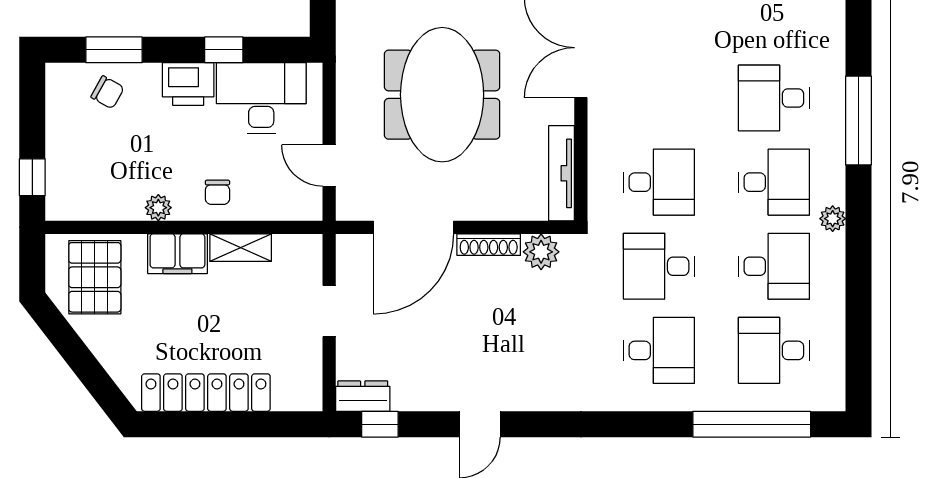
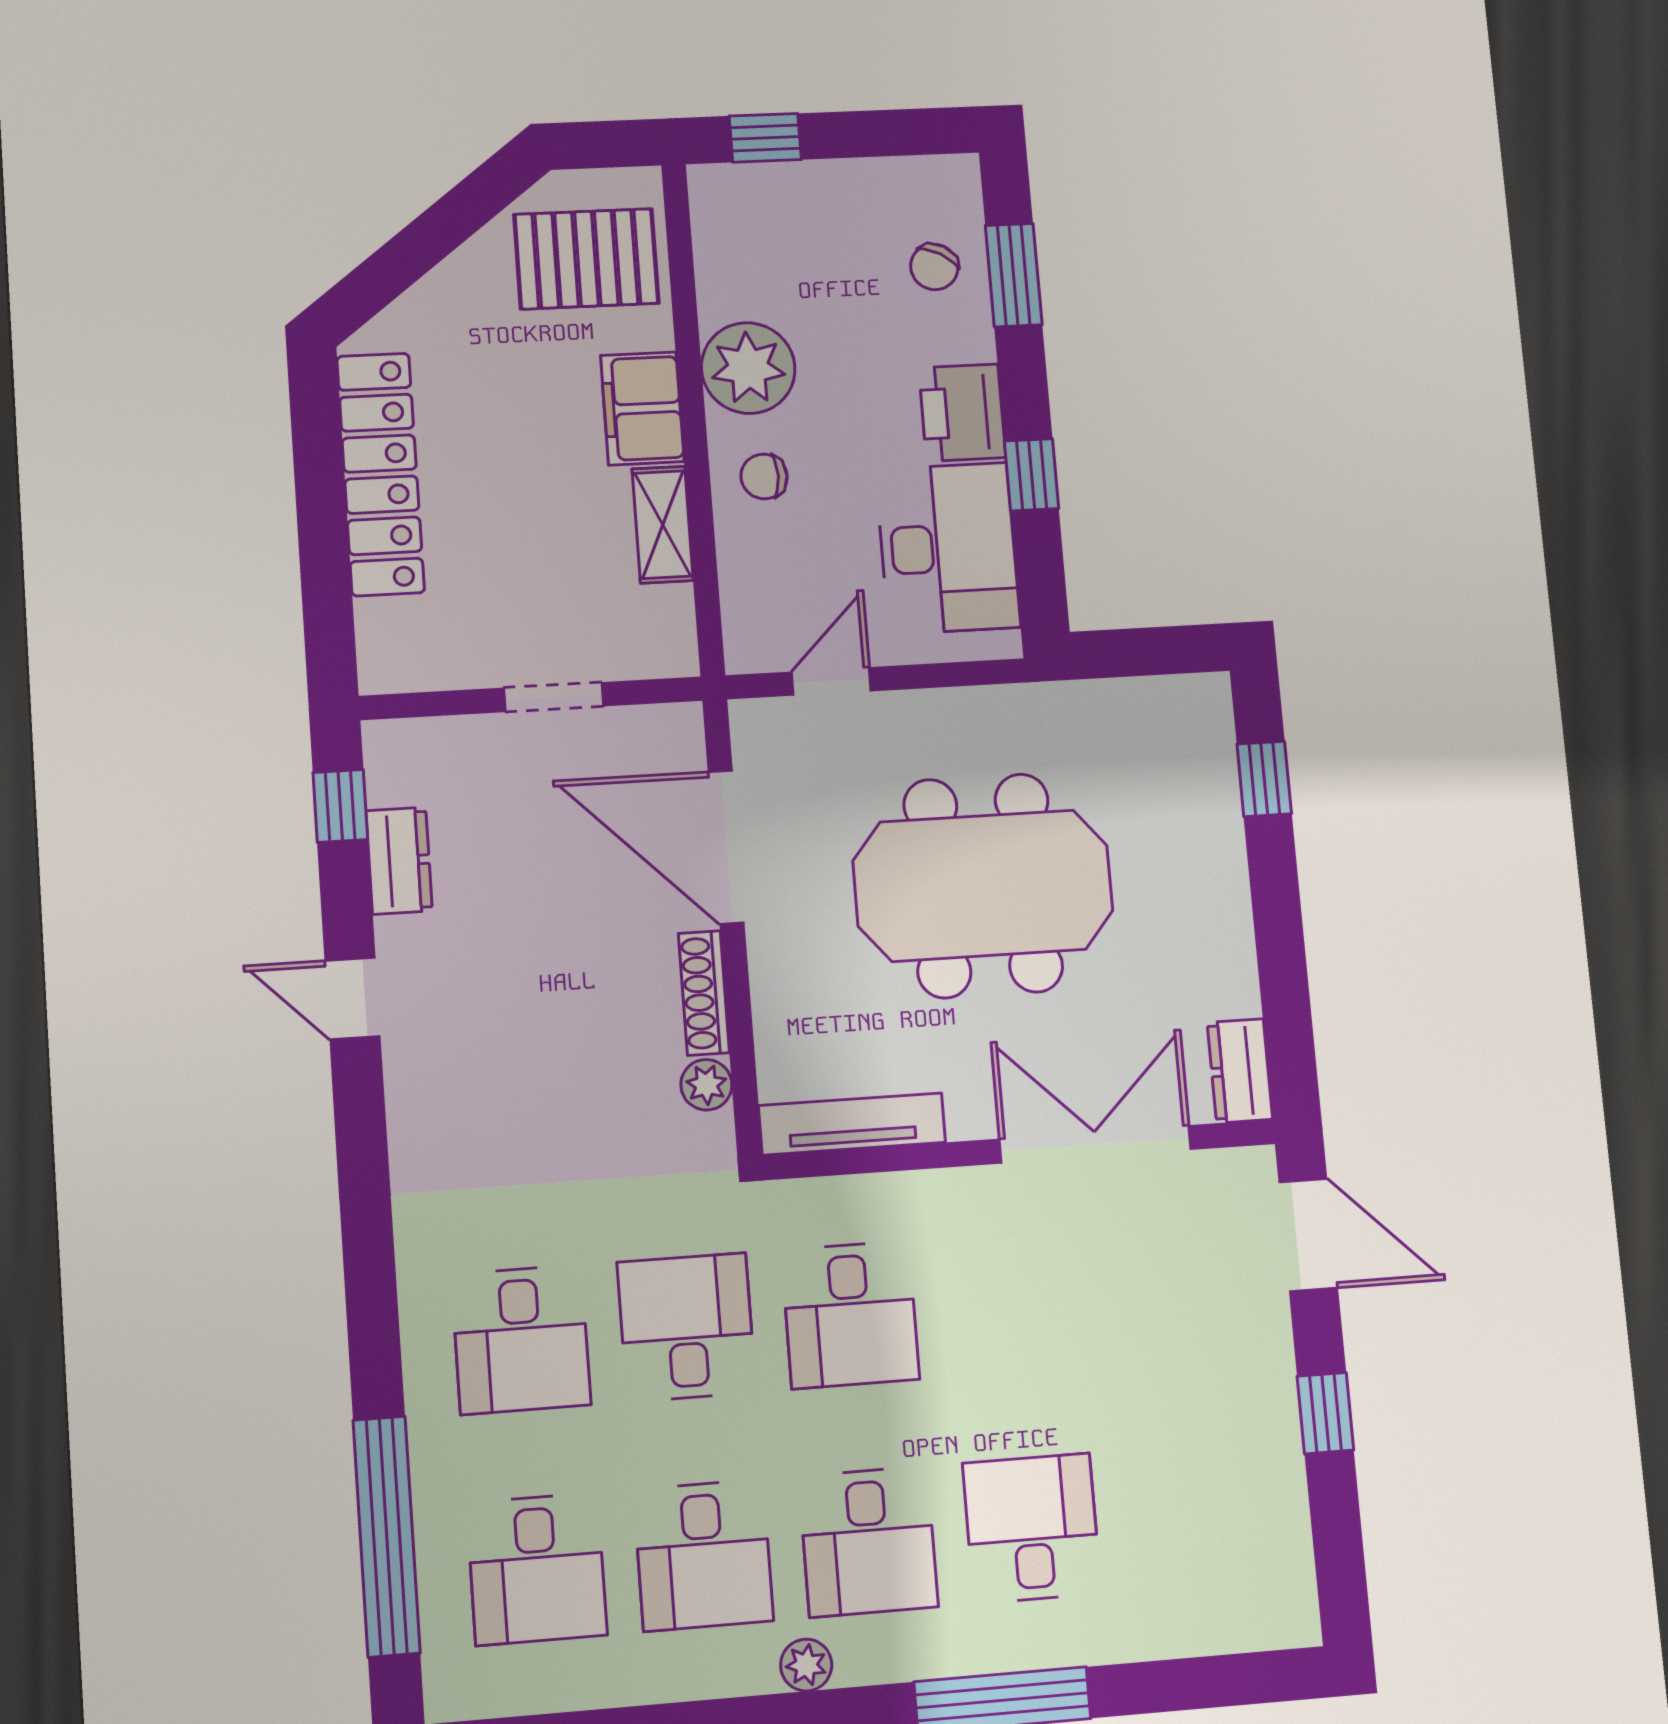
plant: (158, 208) -> (748, 368), width x1.88, depth x1.88
plant: (541, 252) -> (706, 1085), width x0.73, depth x0.73
desk: (774, 350) -> (537, 1569), turned 180
dresser: (363, 396) -> (399, 861), moved

